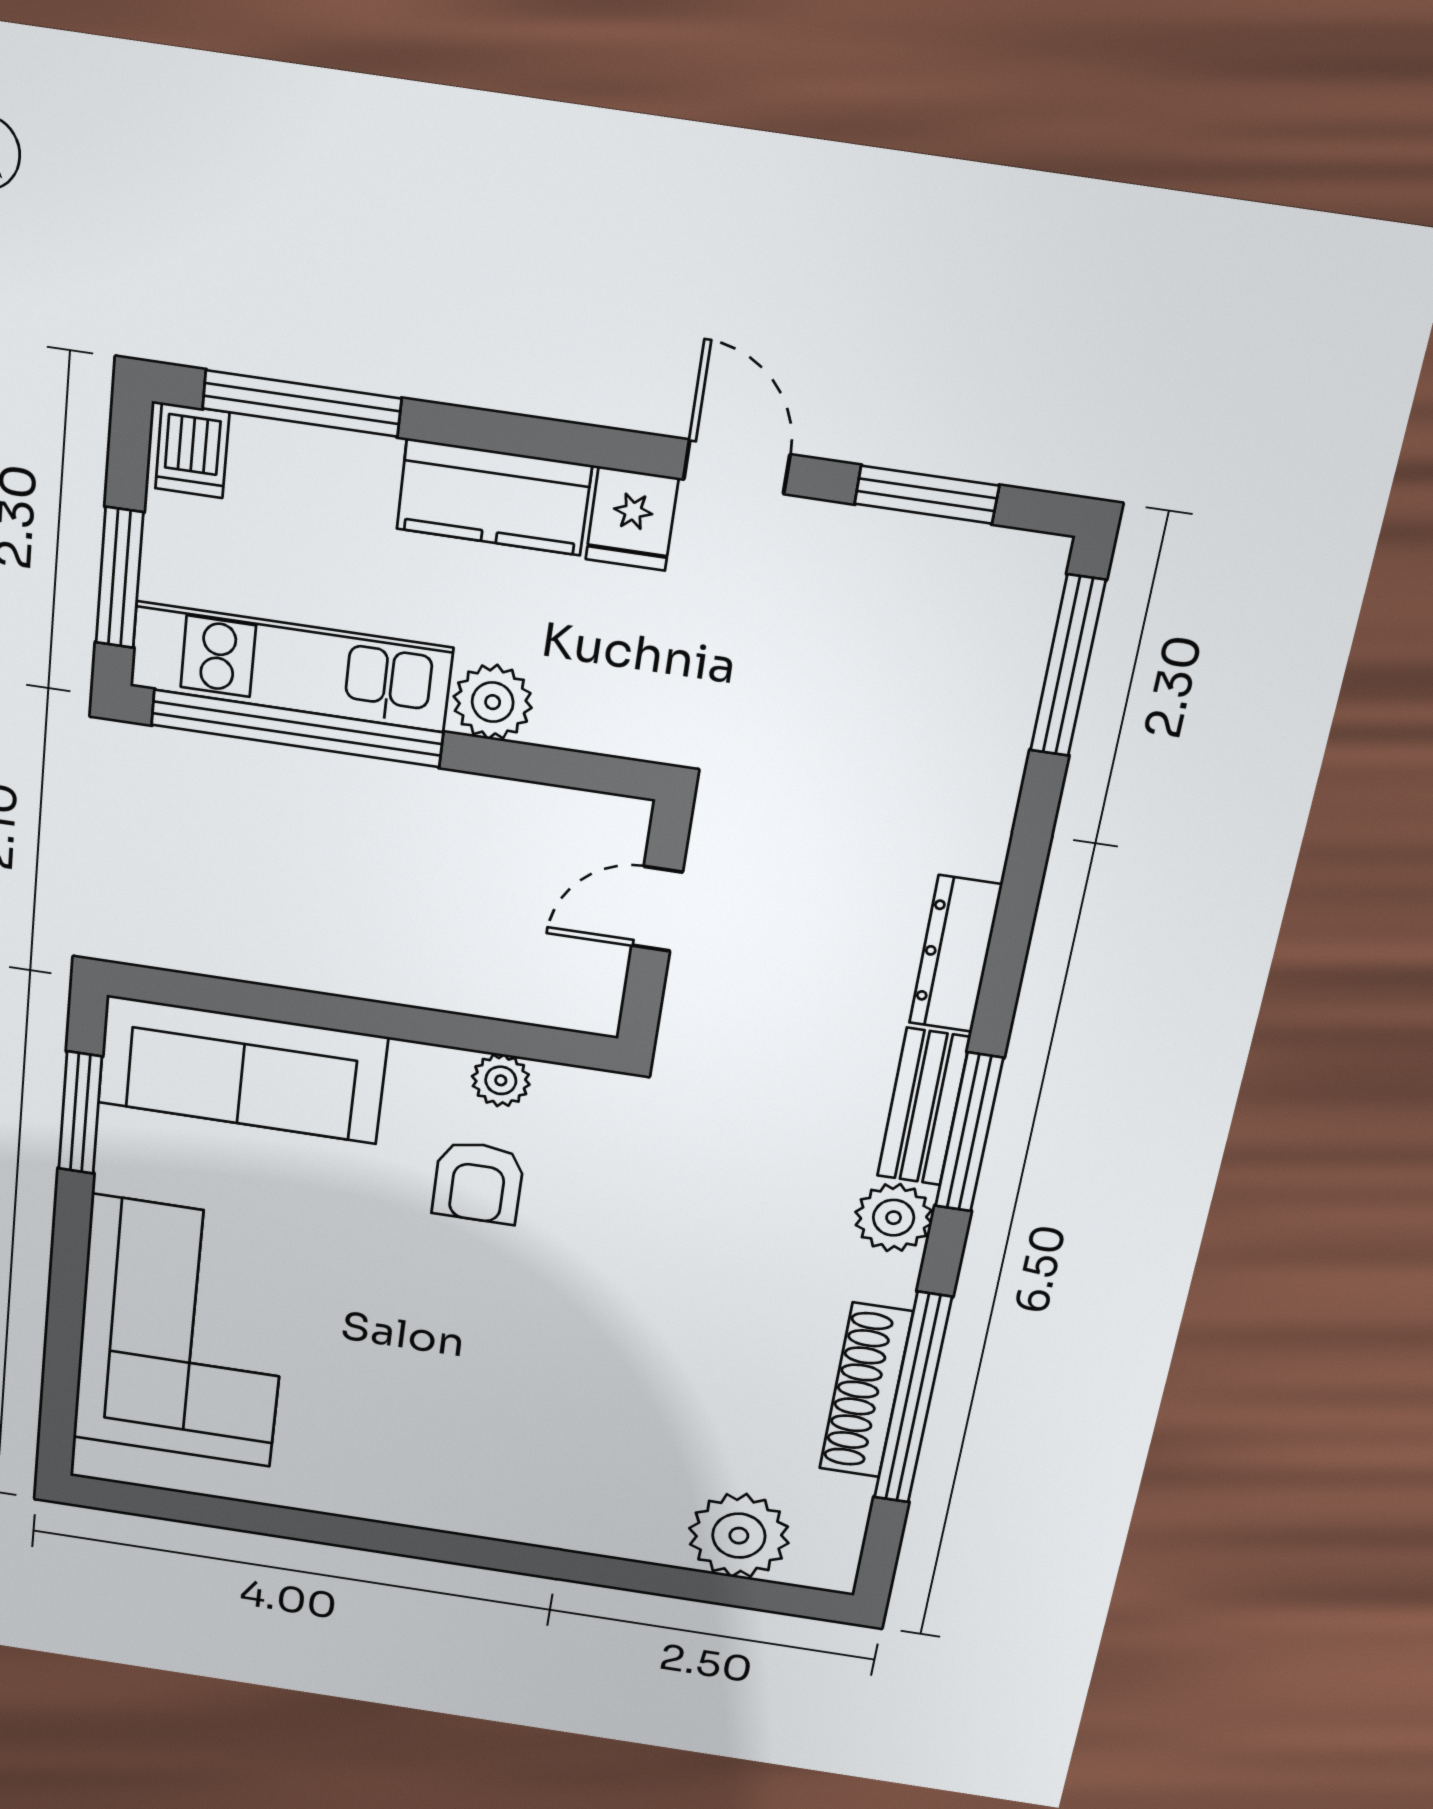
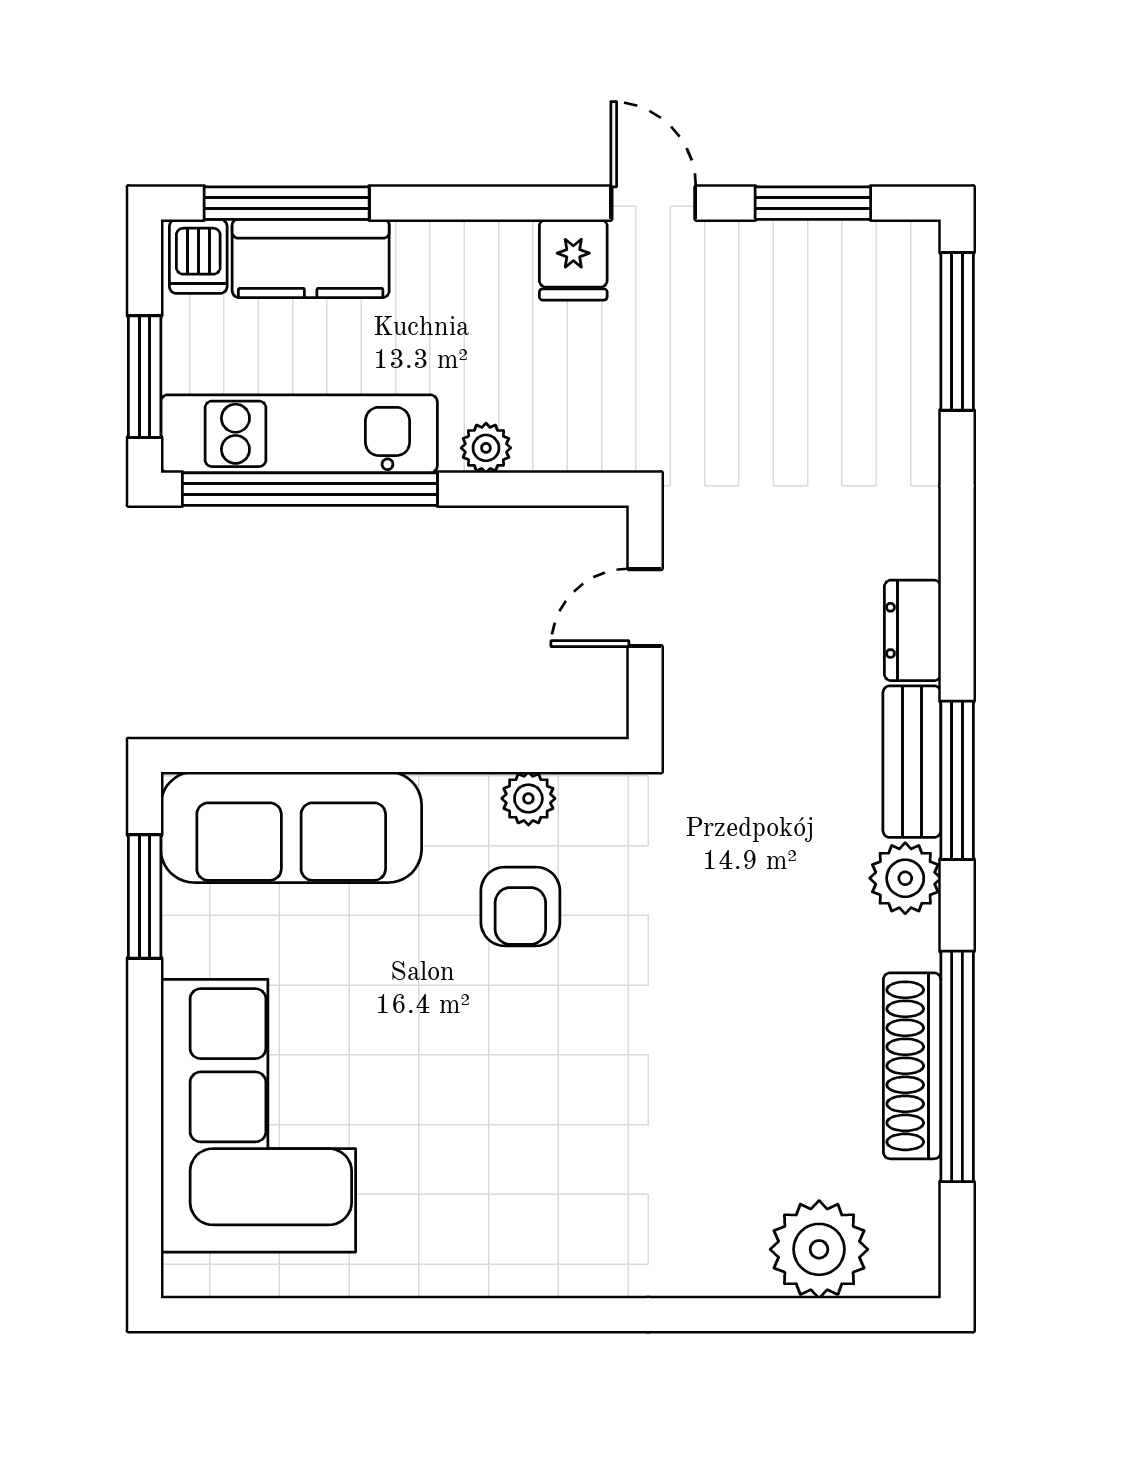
kitchen counter: (494, 497) -> (311, 258), moved
plant: (493, 702) -> (486, 448), width x0.73, depth x0.73
dresser: (955, 954) -> (913, 630), width x0.70

